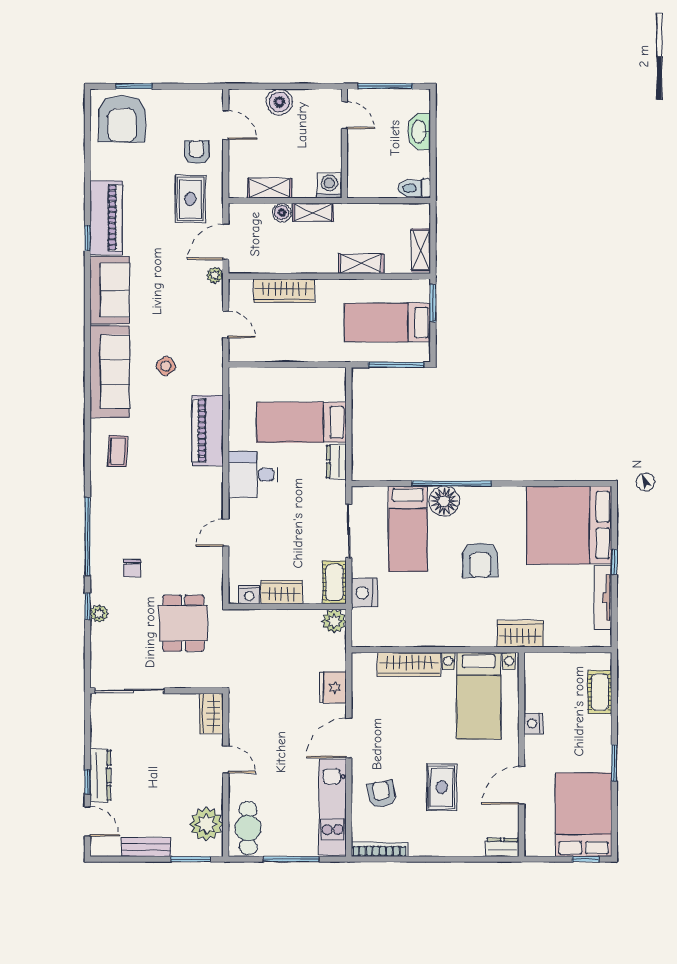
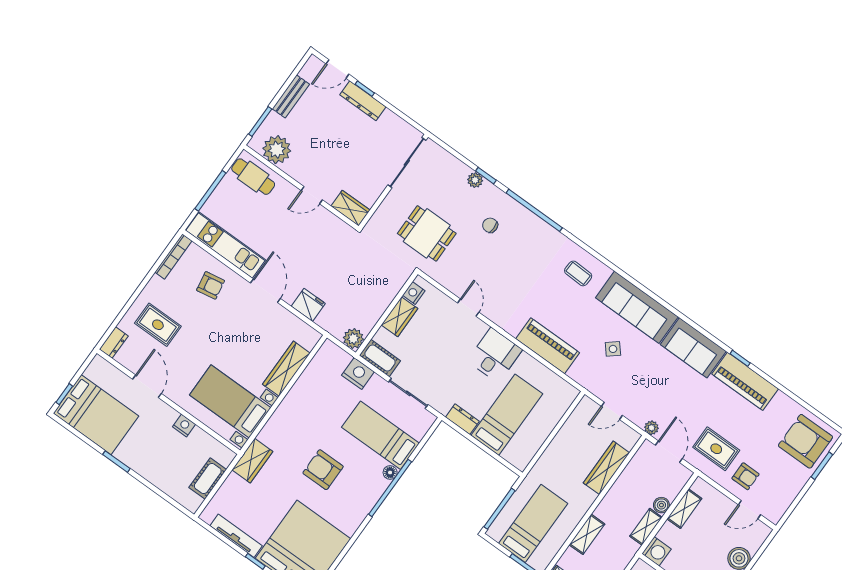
floor lamp: (444, 501) -> (390, 473), width x0.53, depth x0.53
cot: (600, 692) -> (208, 479), moved, turned 90
rug: (442, 787) -> (158, 325), moved

